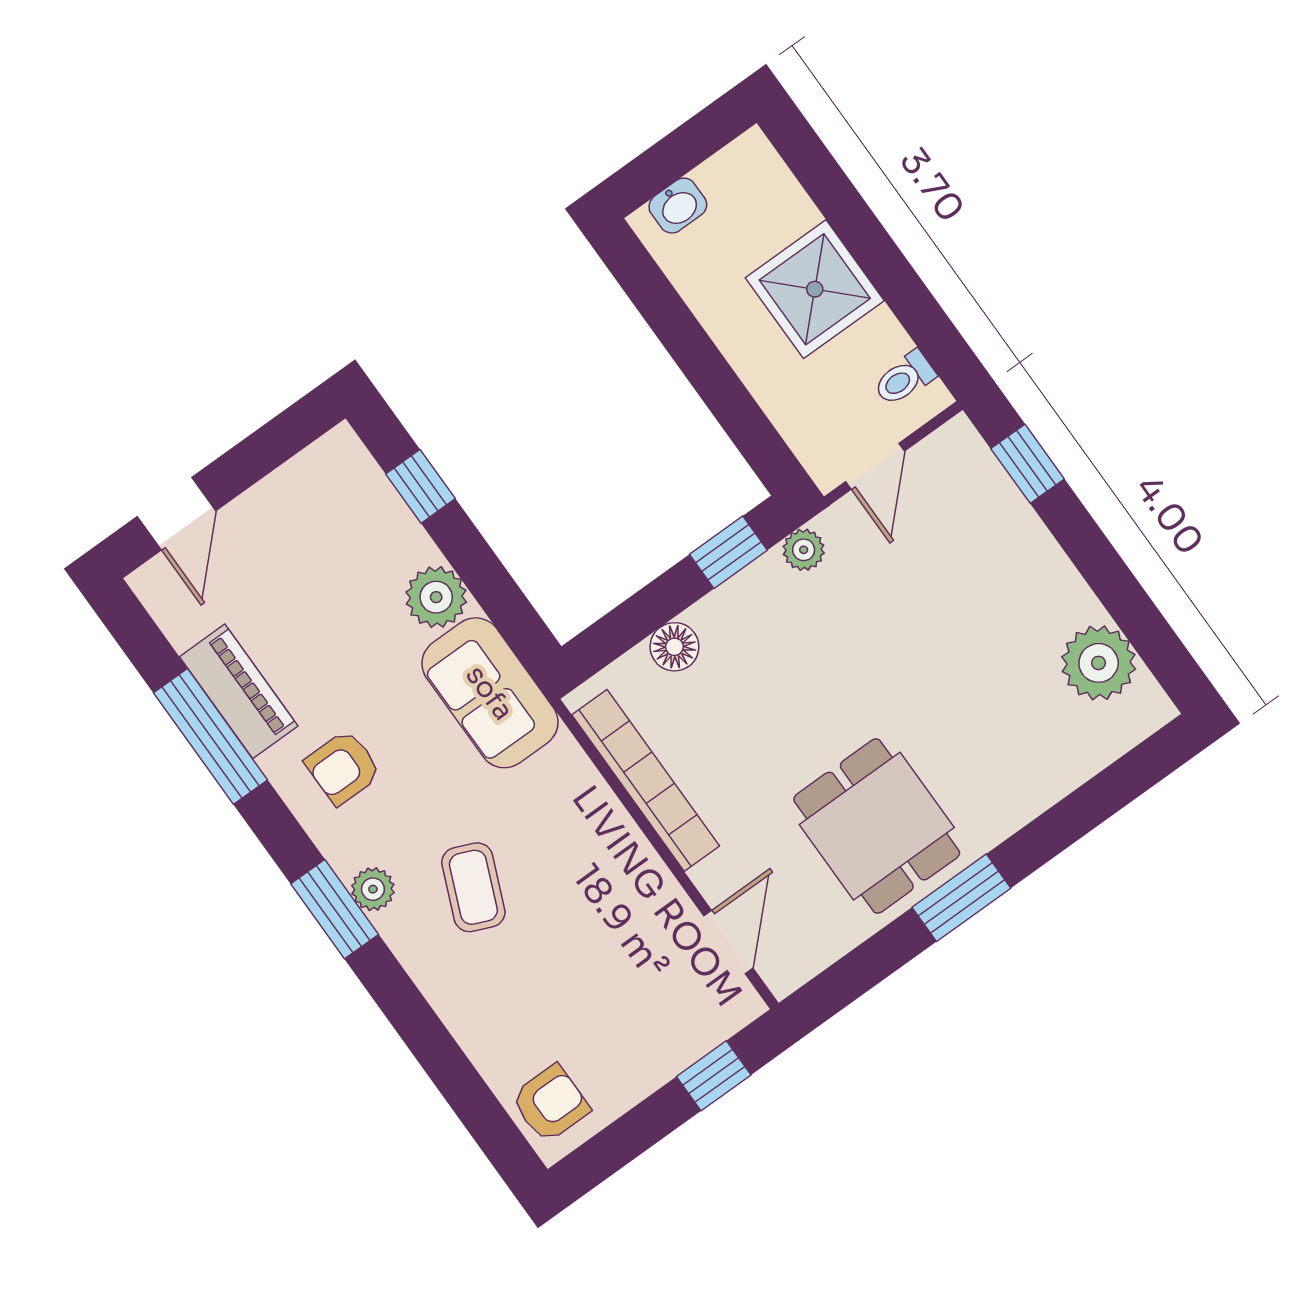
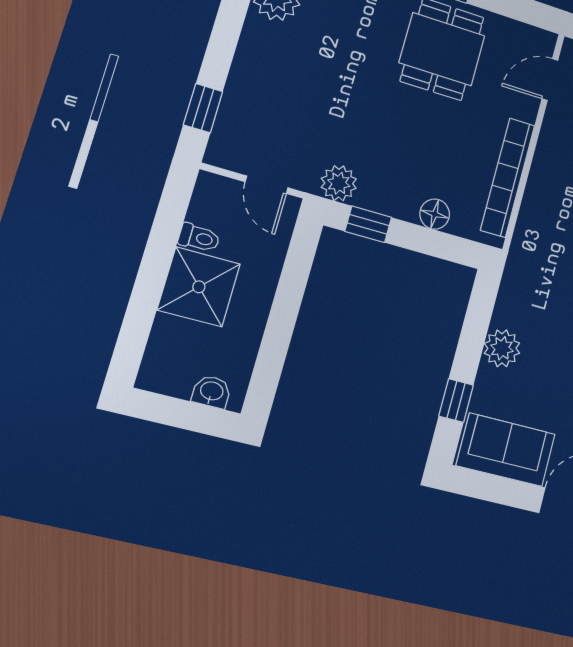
toilet: (904, 378) -> (199, 238), moved
door: (875, 466) -> (267, 185), swing flipped
plant: (804, 550) -> (339, 183), width x1.38, depth x1.38
sofa: (490, 693) -> (506, 450), moved, turned -90

